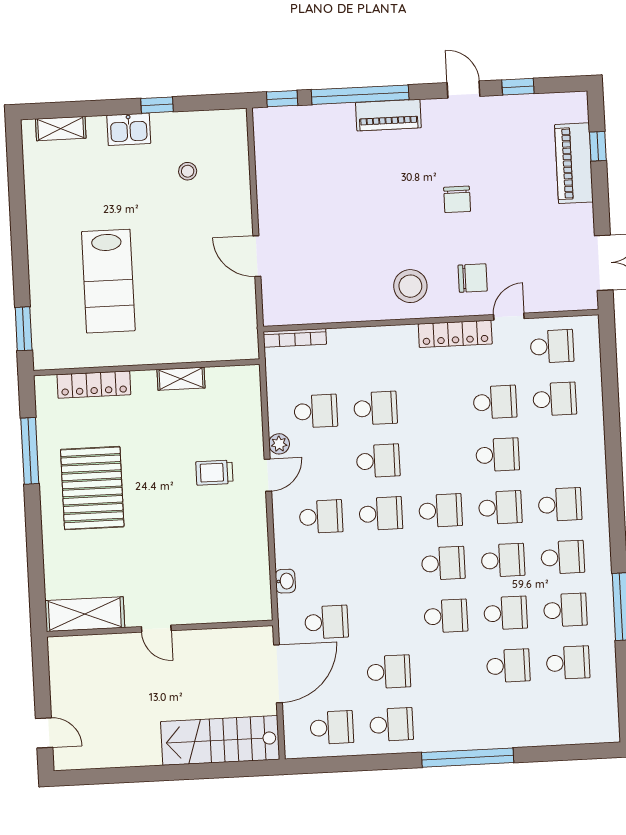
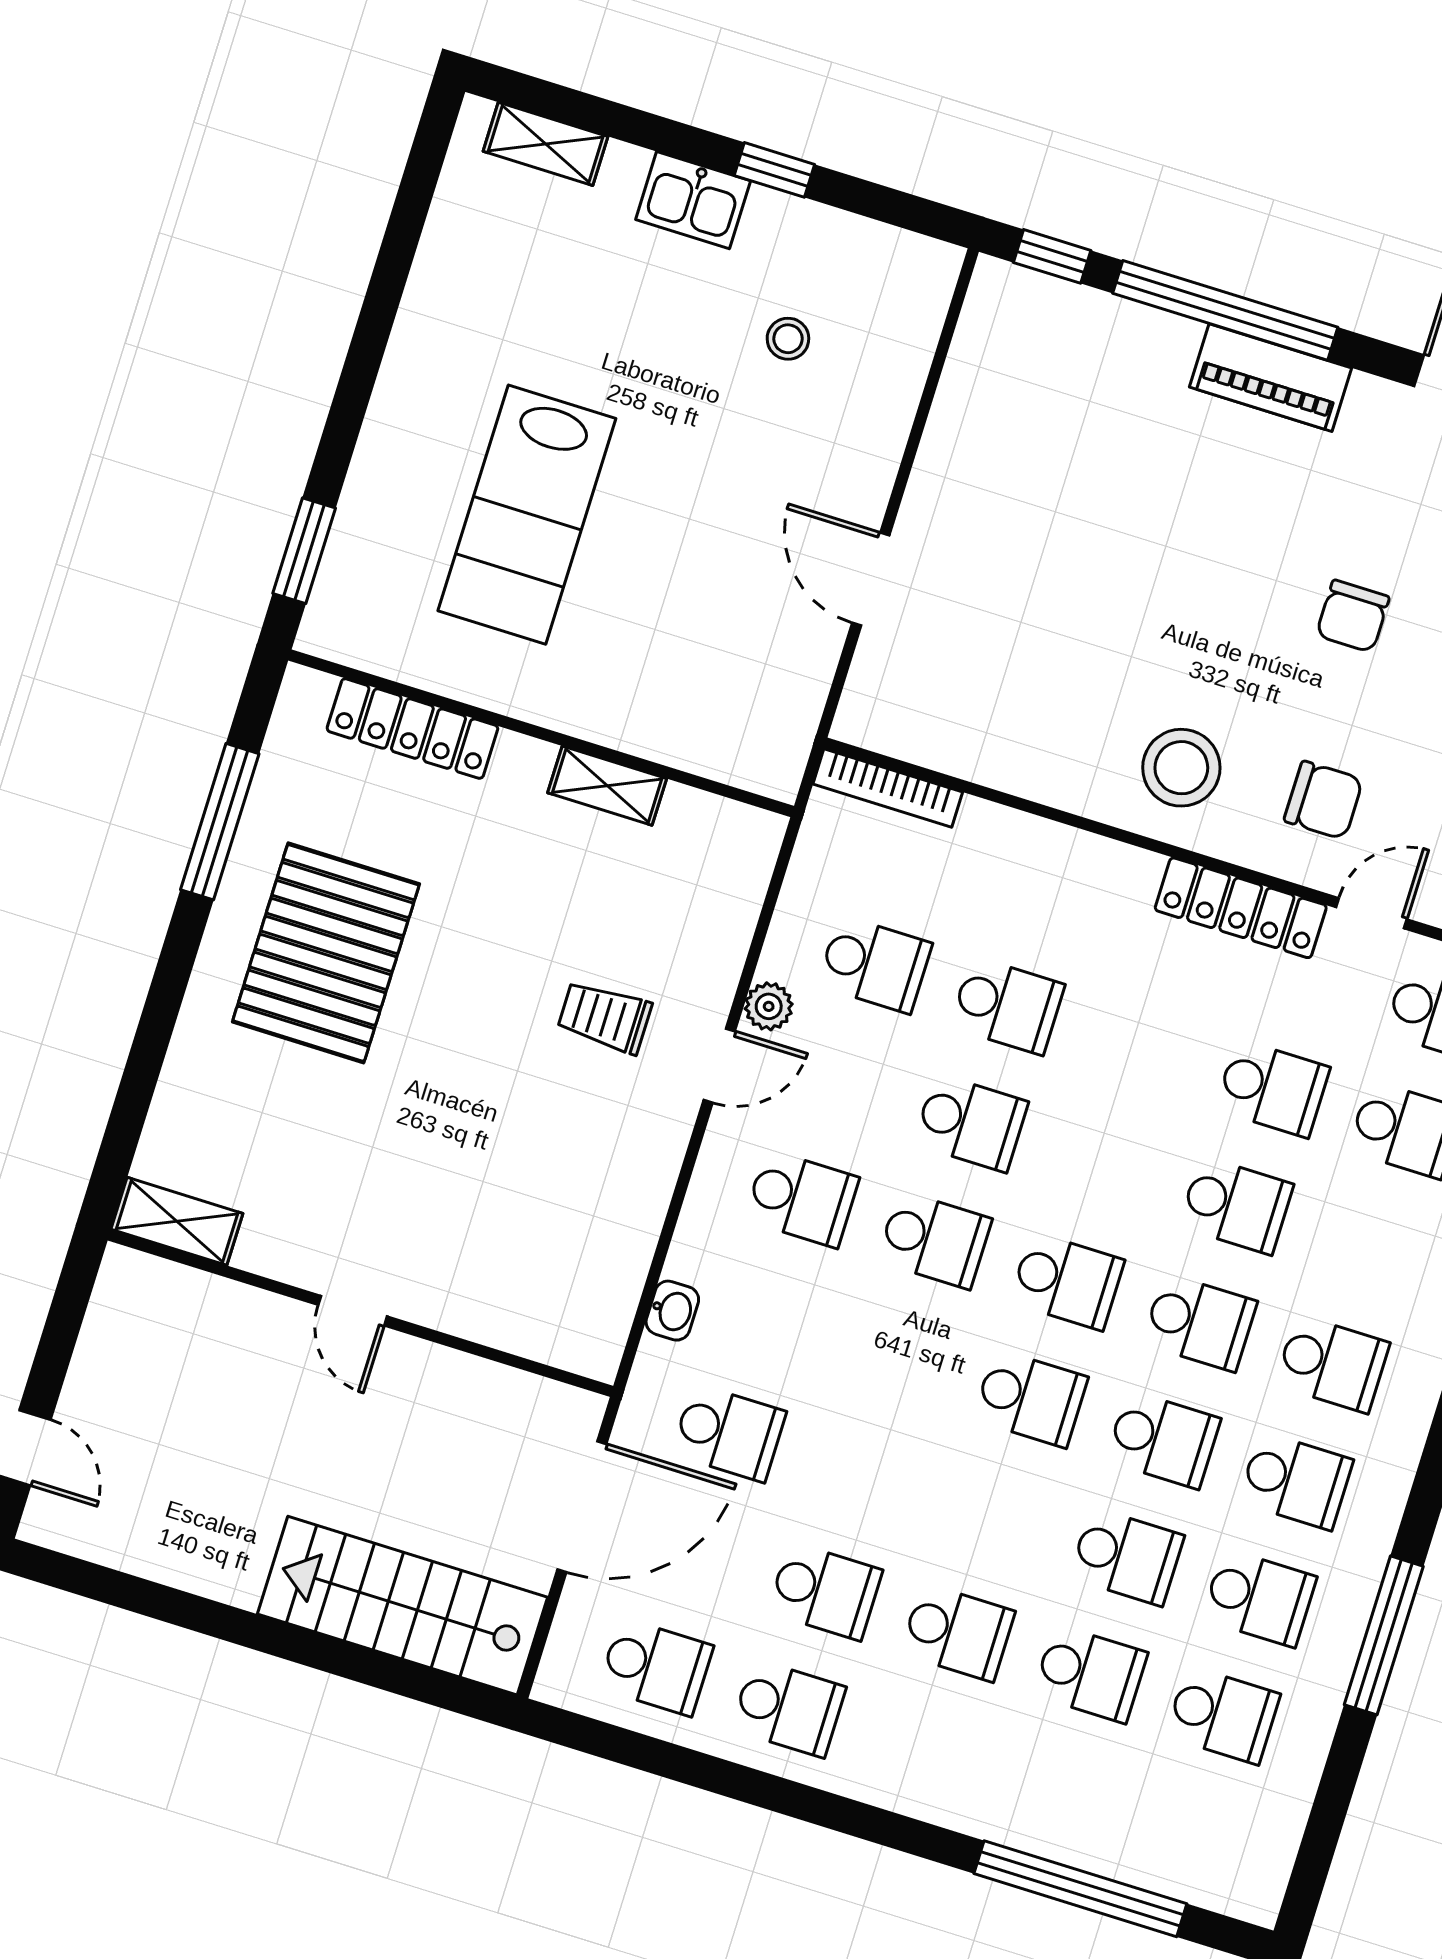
shelving: (85, 614) -> (177, 1221), width x0.67, depth x0.75
school desk: (446, 616) -> (958, 1632), moved
window: (468, 758) -> (1080, 1889), moved

